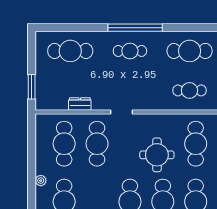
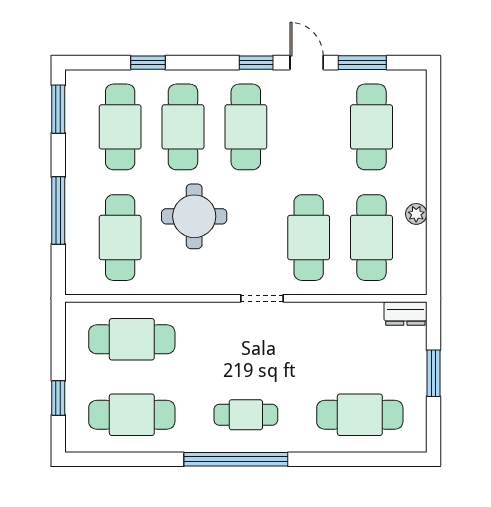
window: (32, 87) -> (433, 373), moved
cafe table: (190, 90) -> (132, 339), width x1.37, depth x1.35
dresser: (80, 104) -> (405, 313), moved
plant: (41, 181) -> (416, 214), moved

